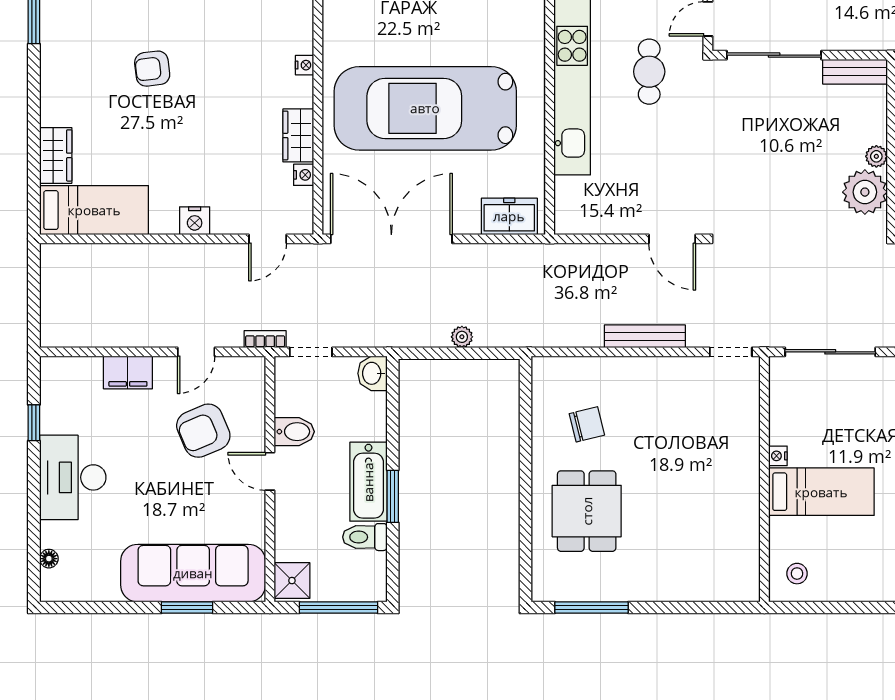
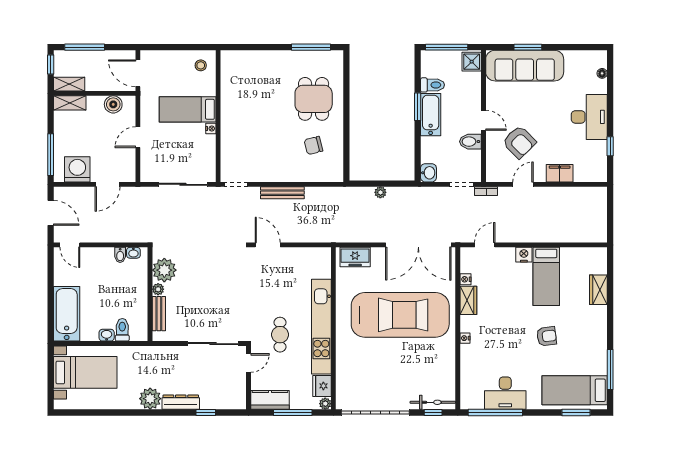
bench: (855, 72) -> (159, 314), moved, turned 90
bed: (94, 210) -> (546, 276), moved, turned -90
armchair: (203, 431) -> (519, 142), turned 68

